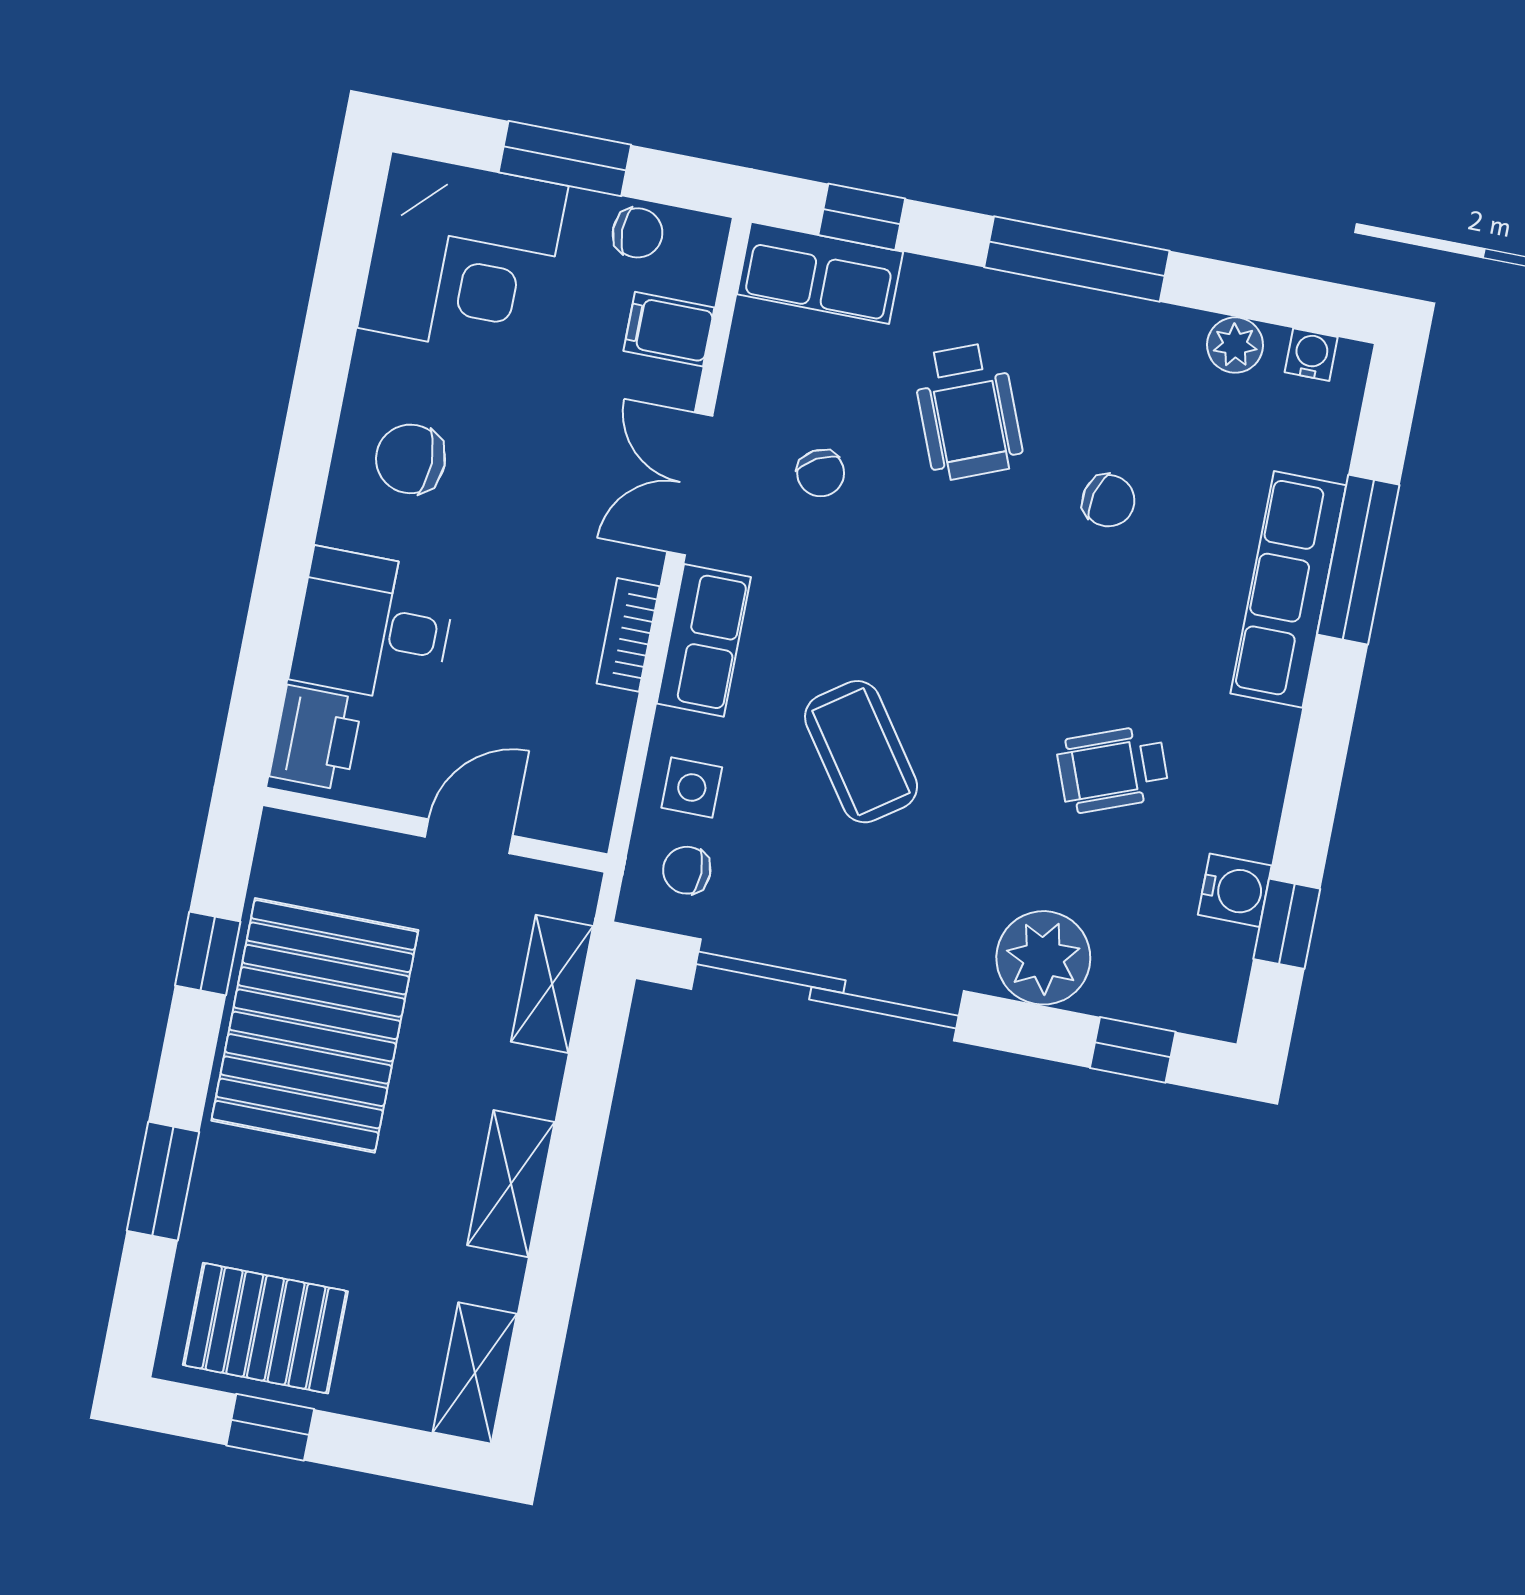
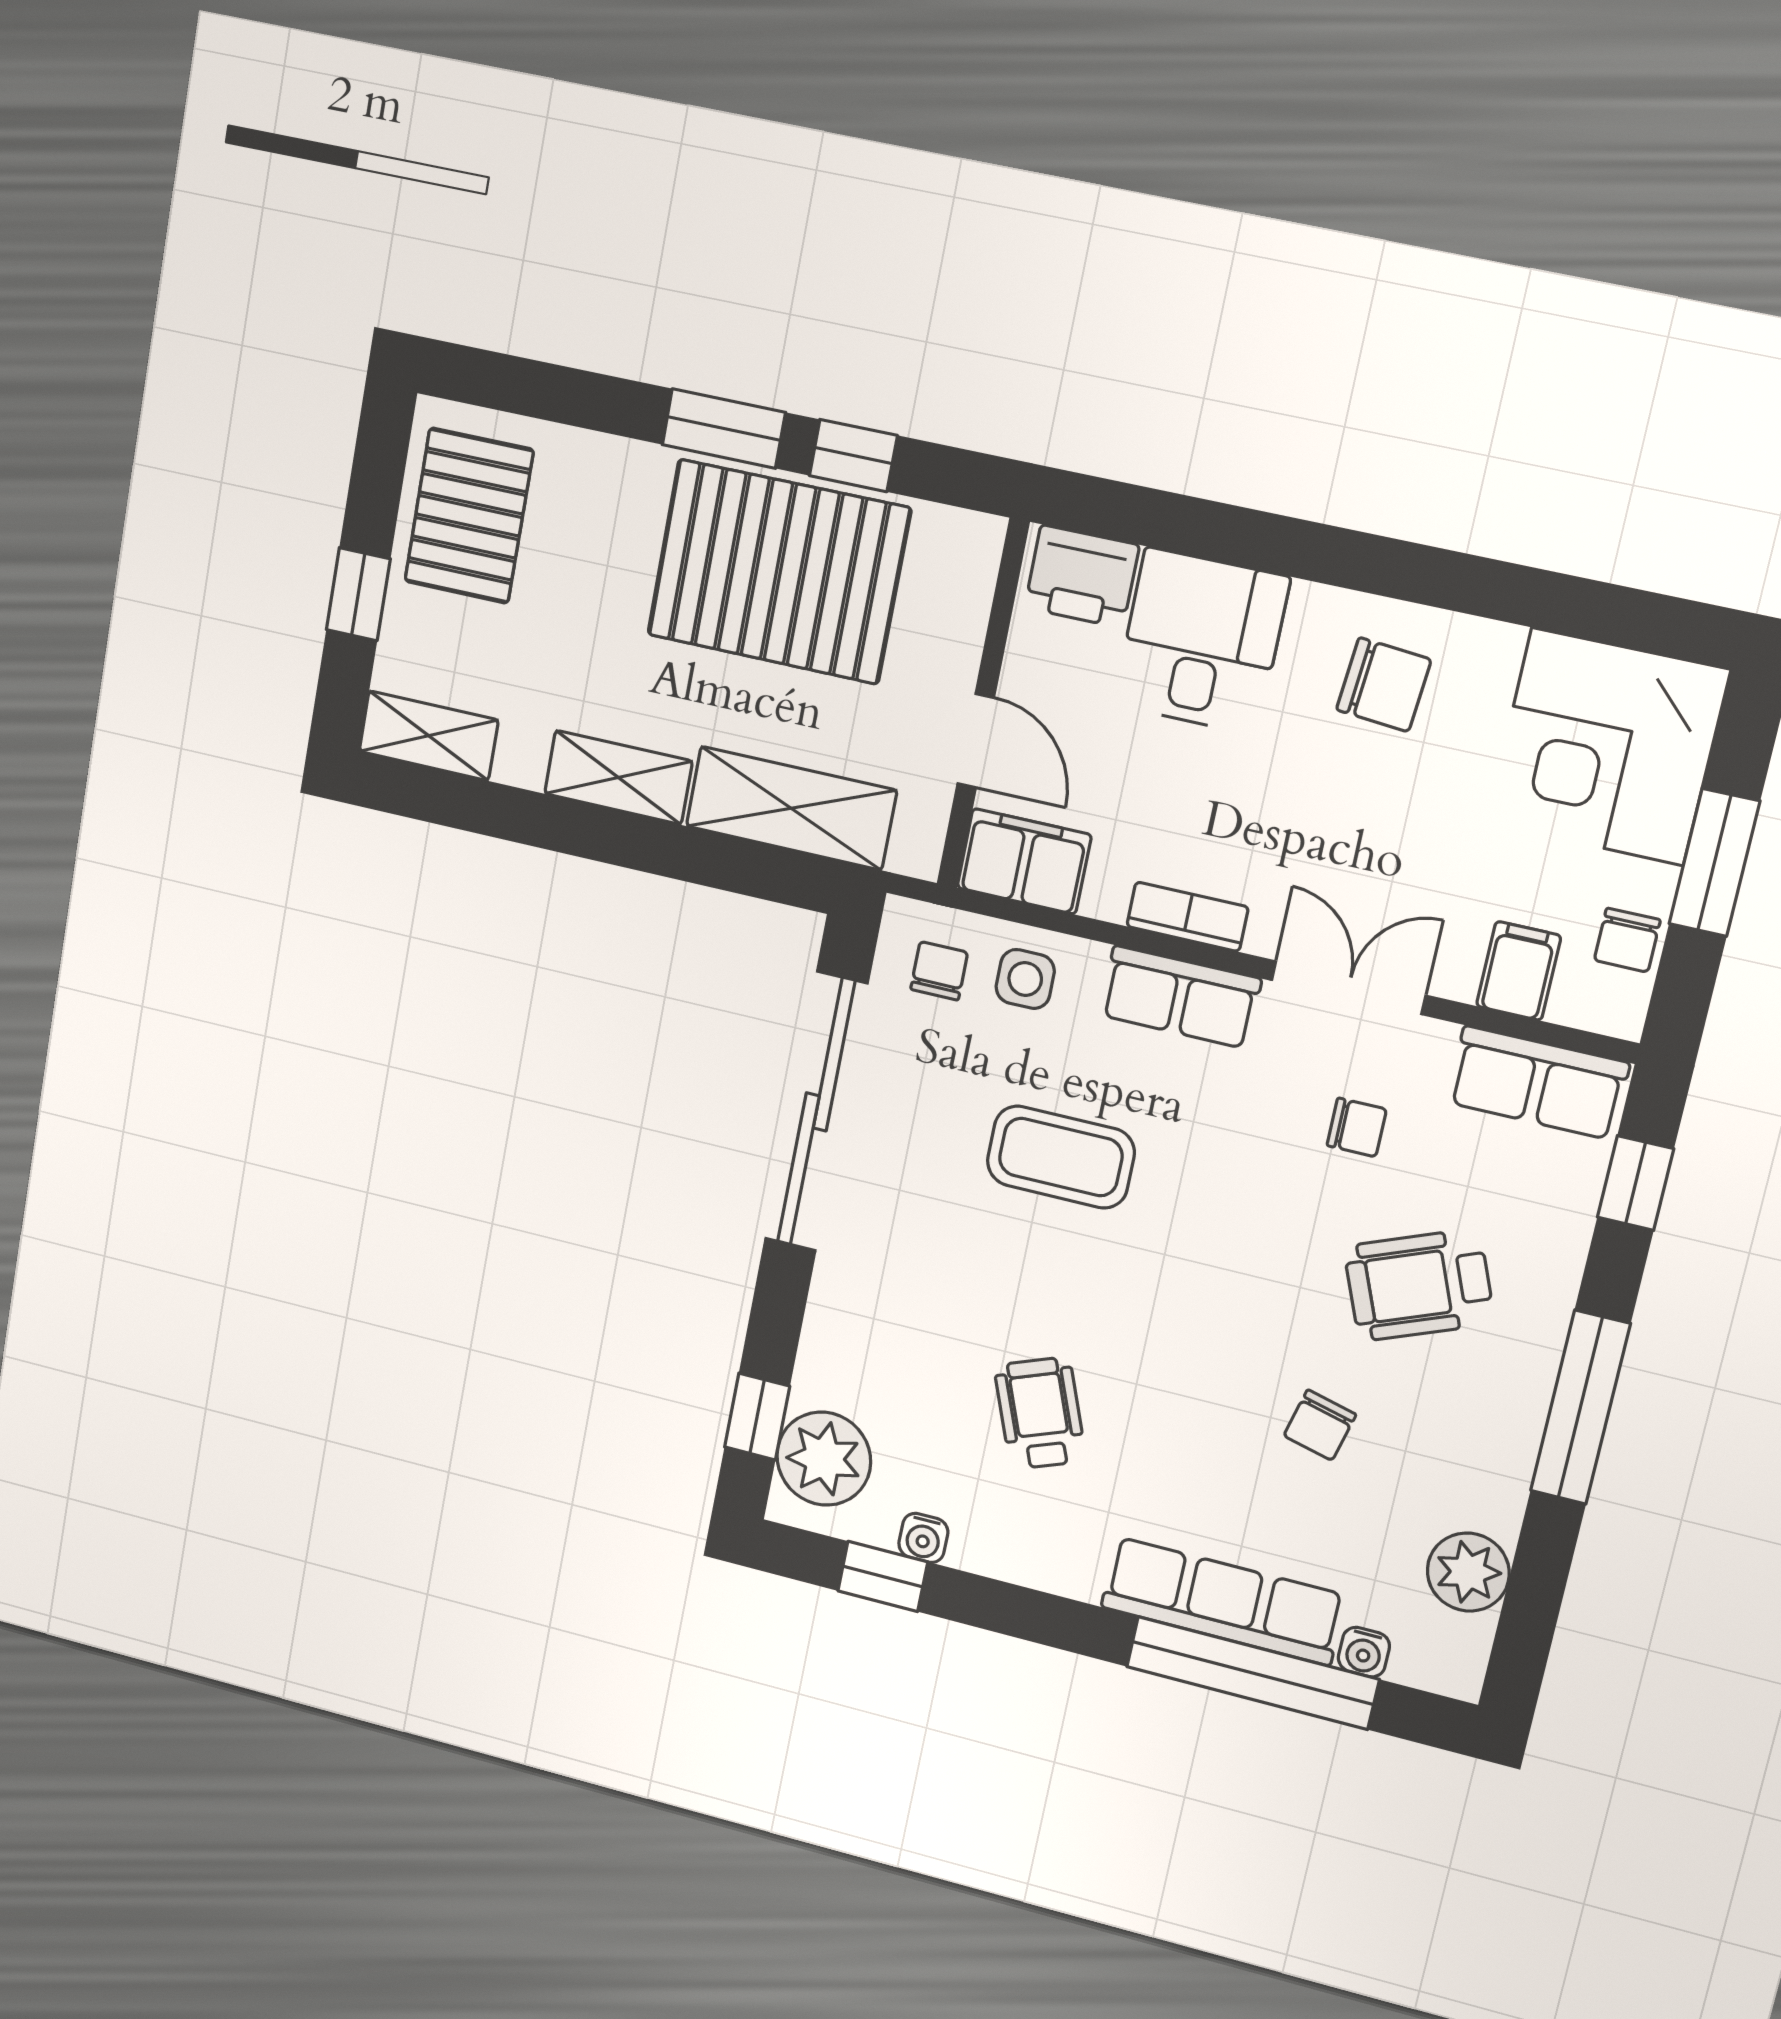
row of seats: (820, 273) -> (1538, 1083), moved, turned -90
plant: (1235, 345) -> (1468, 1572), width x1.38, depth x1.38
water cooler: (1311, 355) -> (1364, 1652), moved, turned 90
chair: (411, 459) -> (1384, 685), turned 95
chair: (821, 473) -> (1357, 1127), turned -151
window: (1358, 560) -> (1252, 1673), width x1.46
coffee table: (861, 752) -> (1061, 1157), turned 35
filing cabinet: (581, 790) -> (1024, 861), added
water cooler: (1235, 890) -> (923, 1538), width x0.72, depth x0.72
plant: (1043, 958) -> (824, 1459), moved
shelving: (552, 984) -> (791, 808), width x1.50, depth x1.33
window: (163, 1181) -> (724, 429), moved
window: (270, 1427) -> (358, 594), moved

